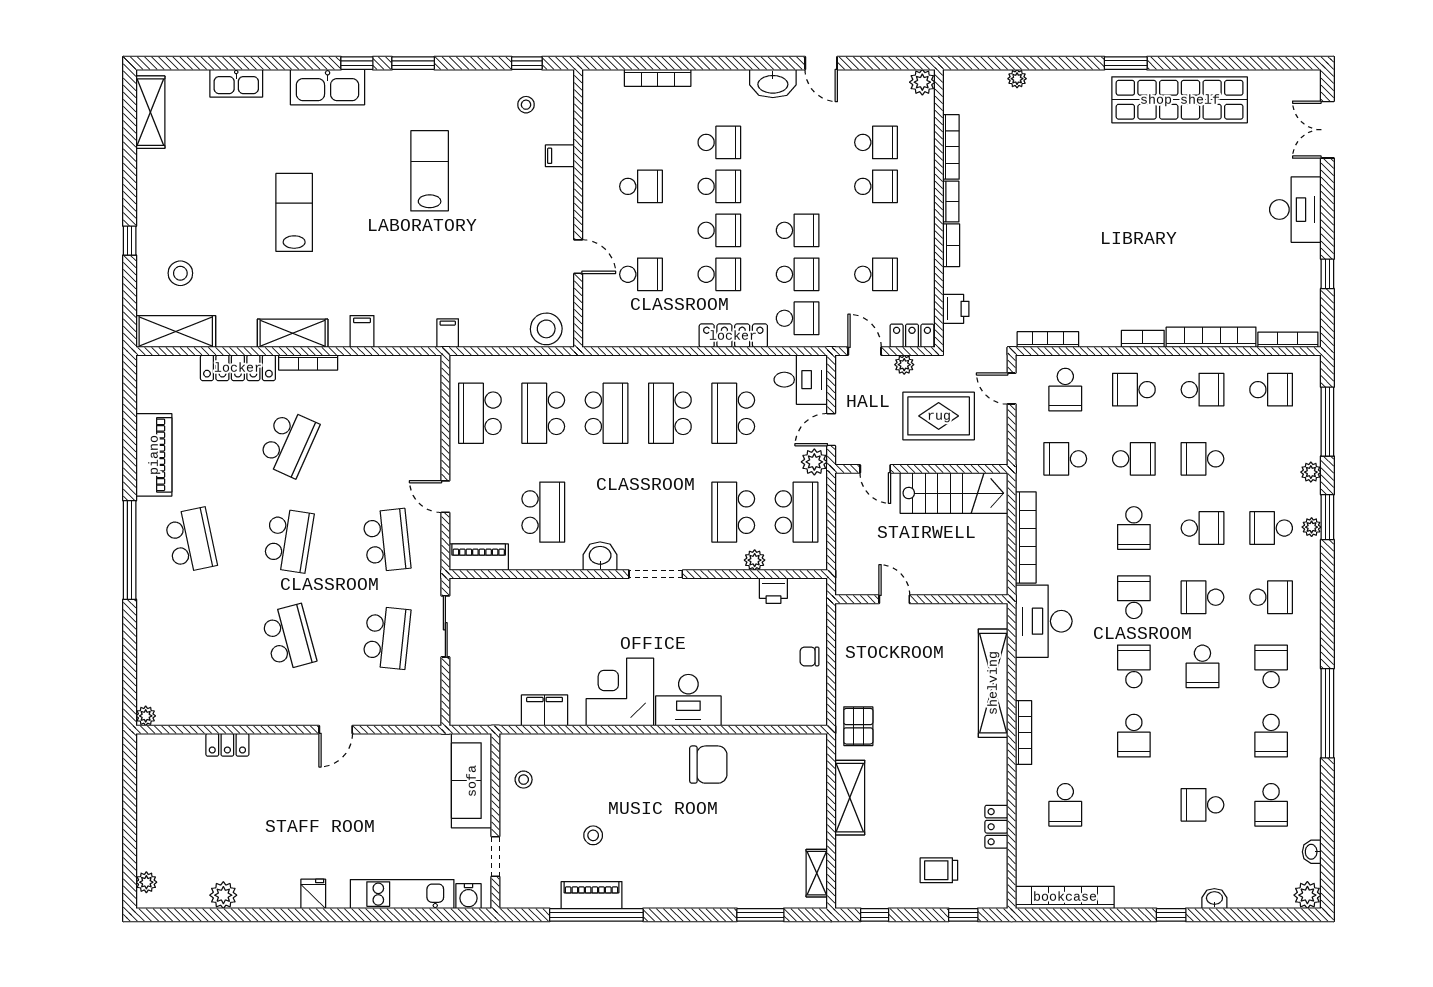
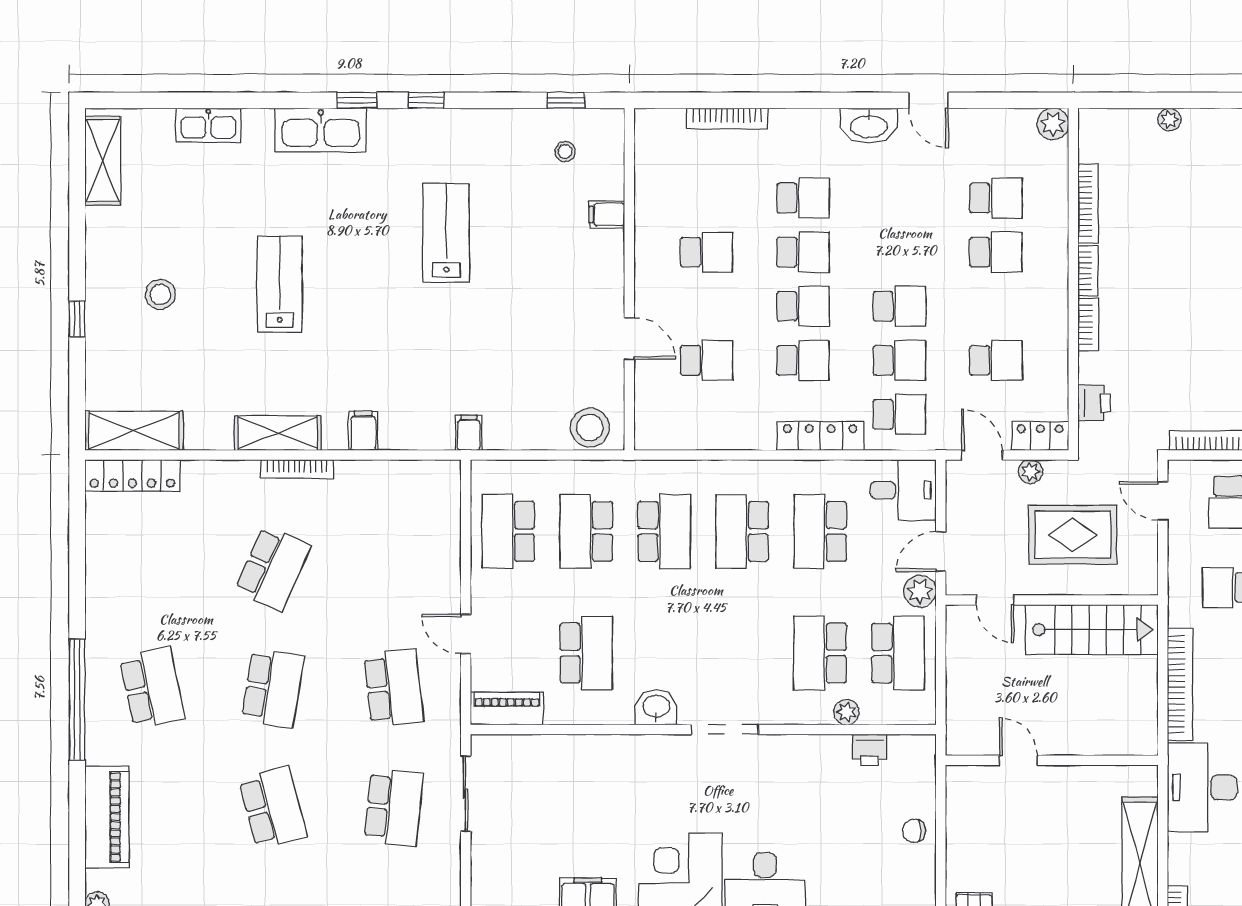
window: (413, 63) -> (426, 100), width x0.67
stool: (180, 273) -> (160, 294), moved
locker: (238, 368) -> (132, 475), moved
piano: (154, 455) -> (107, 817), moved

